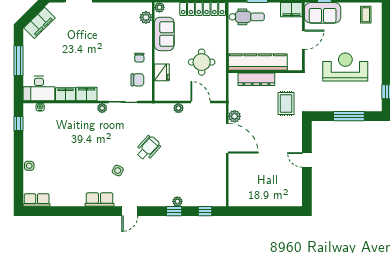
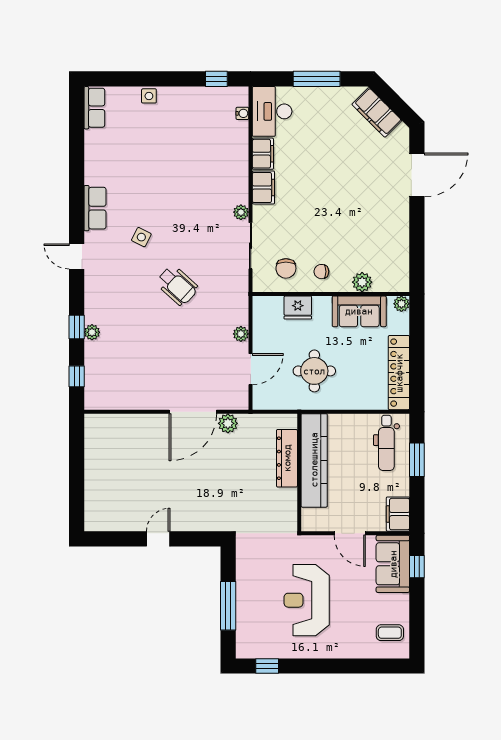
plant: (146, 17) -> (362, 282), moved
reception desk: (345, 67) -> (307, 600), turned 180
rug: (286, 103) -> (248, 506), removed

